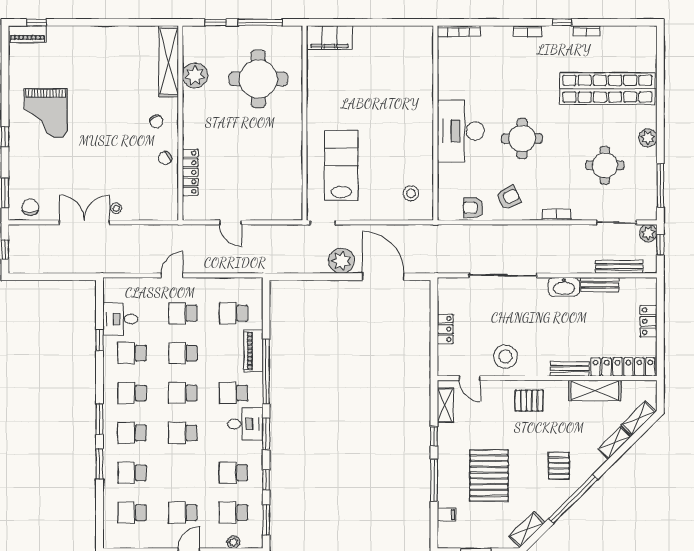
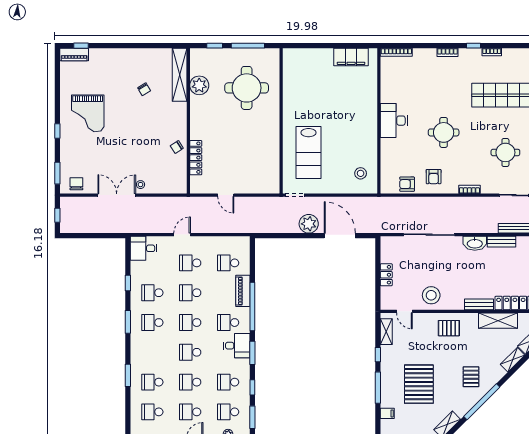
filing cabinet: (329, 38) -> (351, 57), moved
chair: (156, 121) -> (144, 89), moved
desk: (461, 131) -> (394, 121), width x0.73, depth x0.77
lab bench: (341, 165) -> (309, 153), turned 180
armchair: (509, 198) -> (434, 177), turned 115
desk: (120, 319) -> (144, 248), moved
window: (99, 419) -> (128, 322), moved
school desk: (132, 433) -> (190, 382), moved

